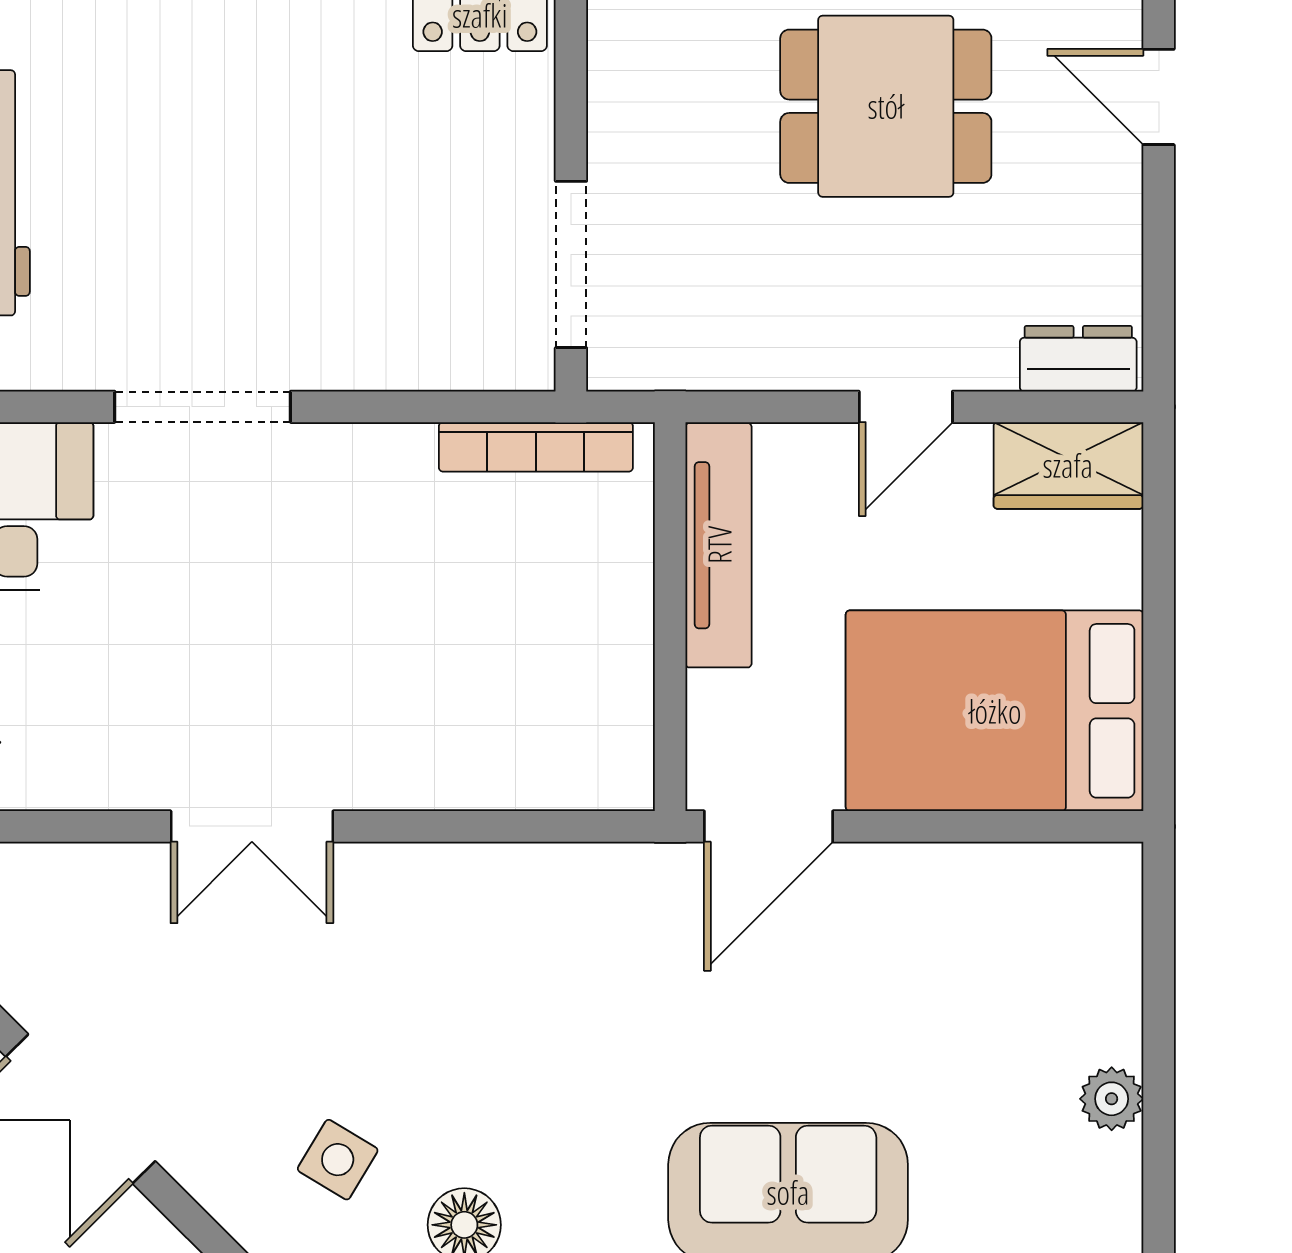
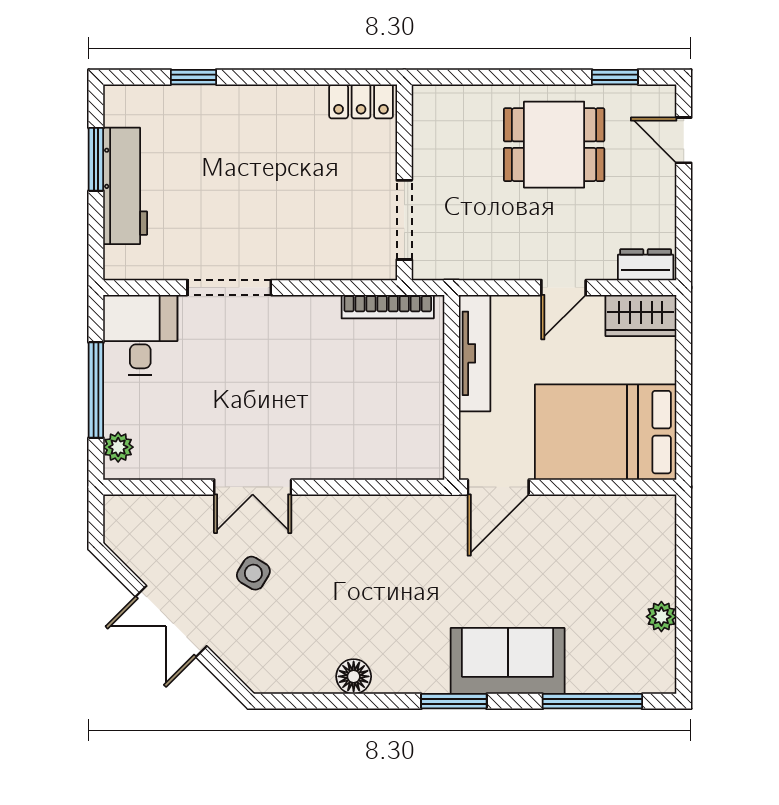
side table: (338, 1160) -> (253, 573), moved

